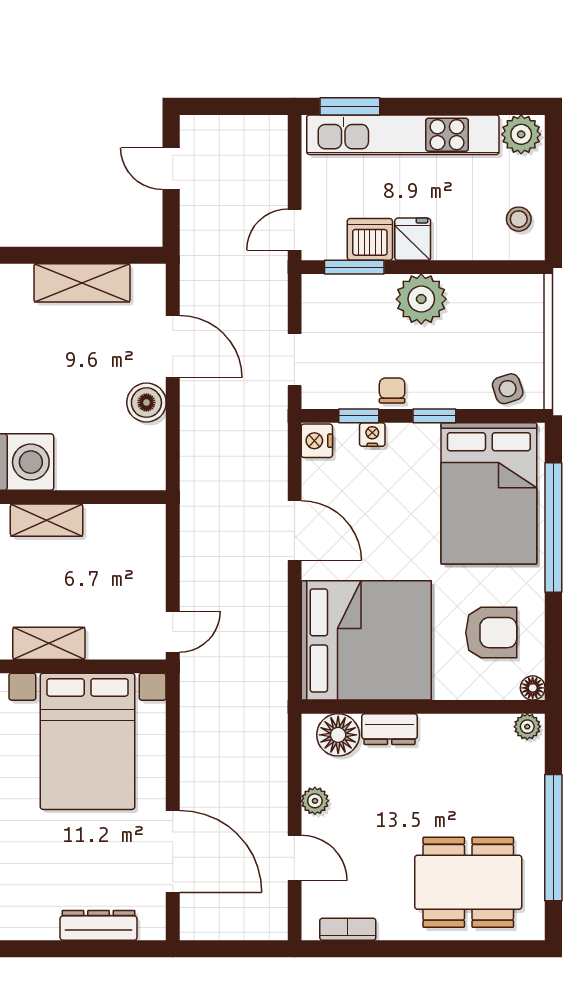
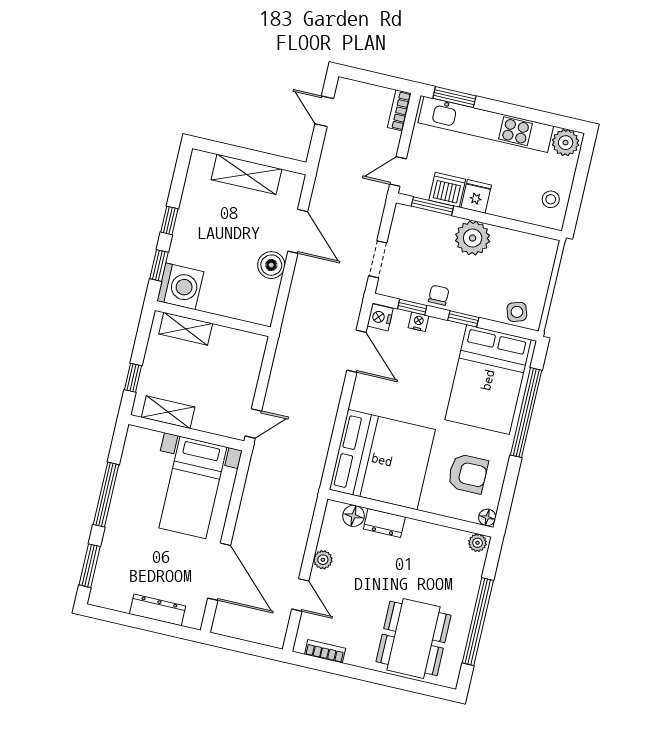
bookcase: (277, 143) -> (399, 110), added
door: (295, 531) -> (357, 351), moved
floor lamp: (338, 735) -> (354, 516), width x0.73, depth x0.73
bed with nightstands: (88, 741) -> (193, 487), width x0.73
dining table: (468, 882) -> (413, 638), turned 90

